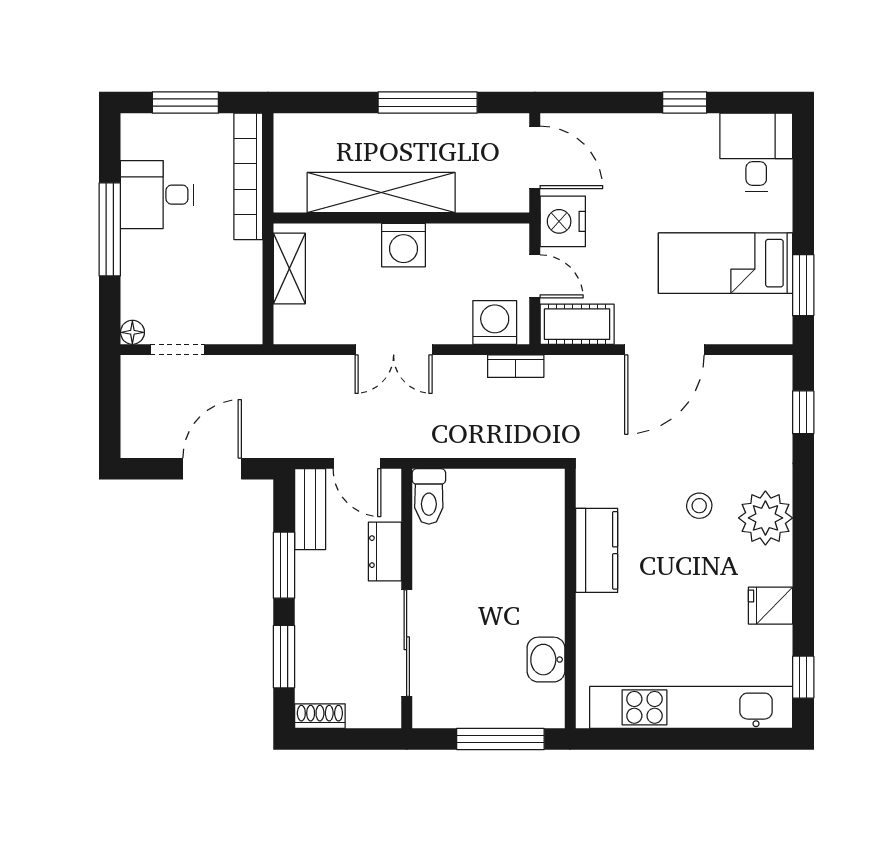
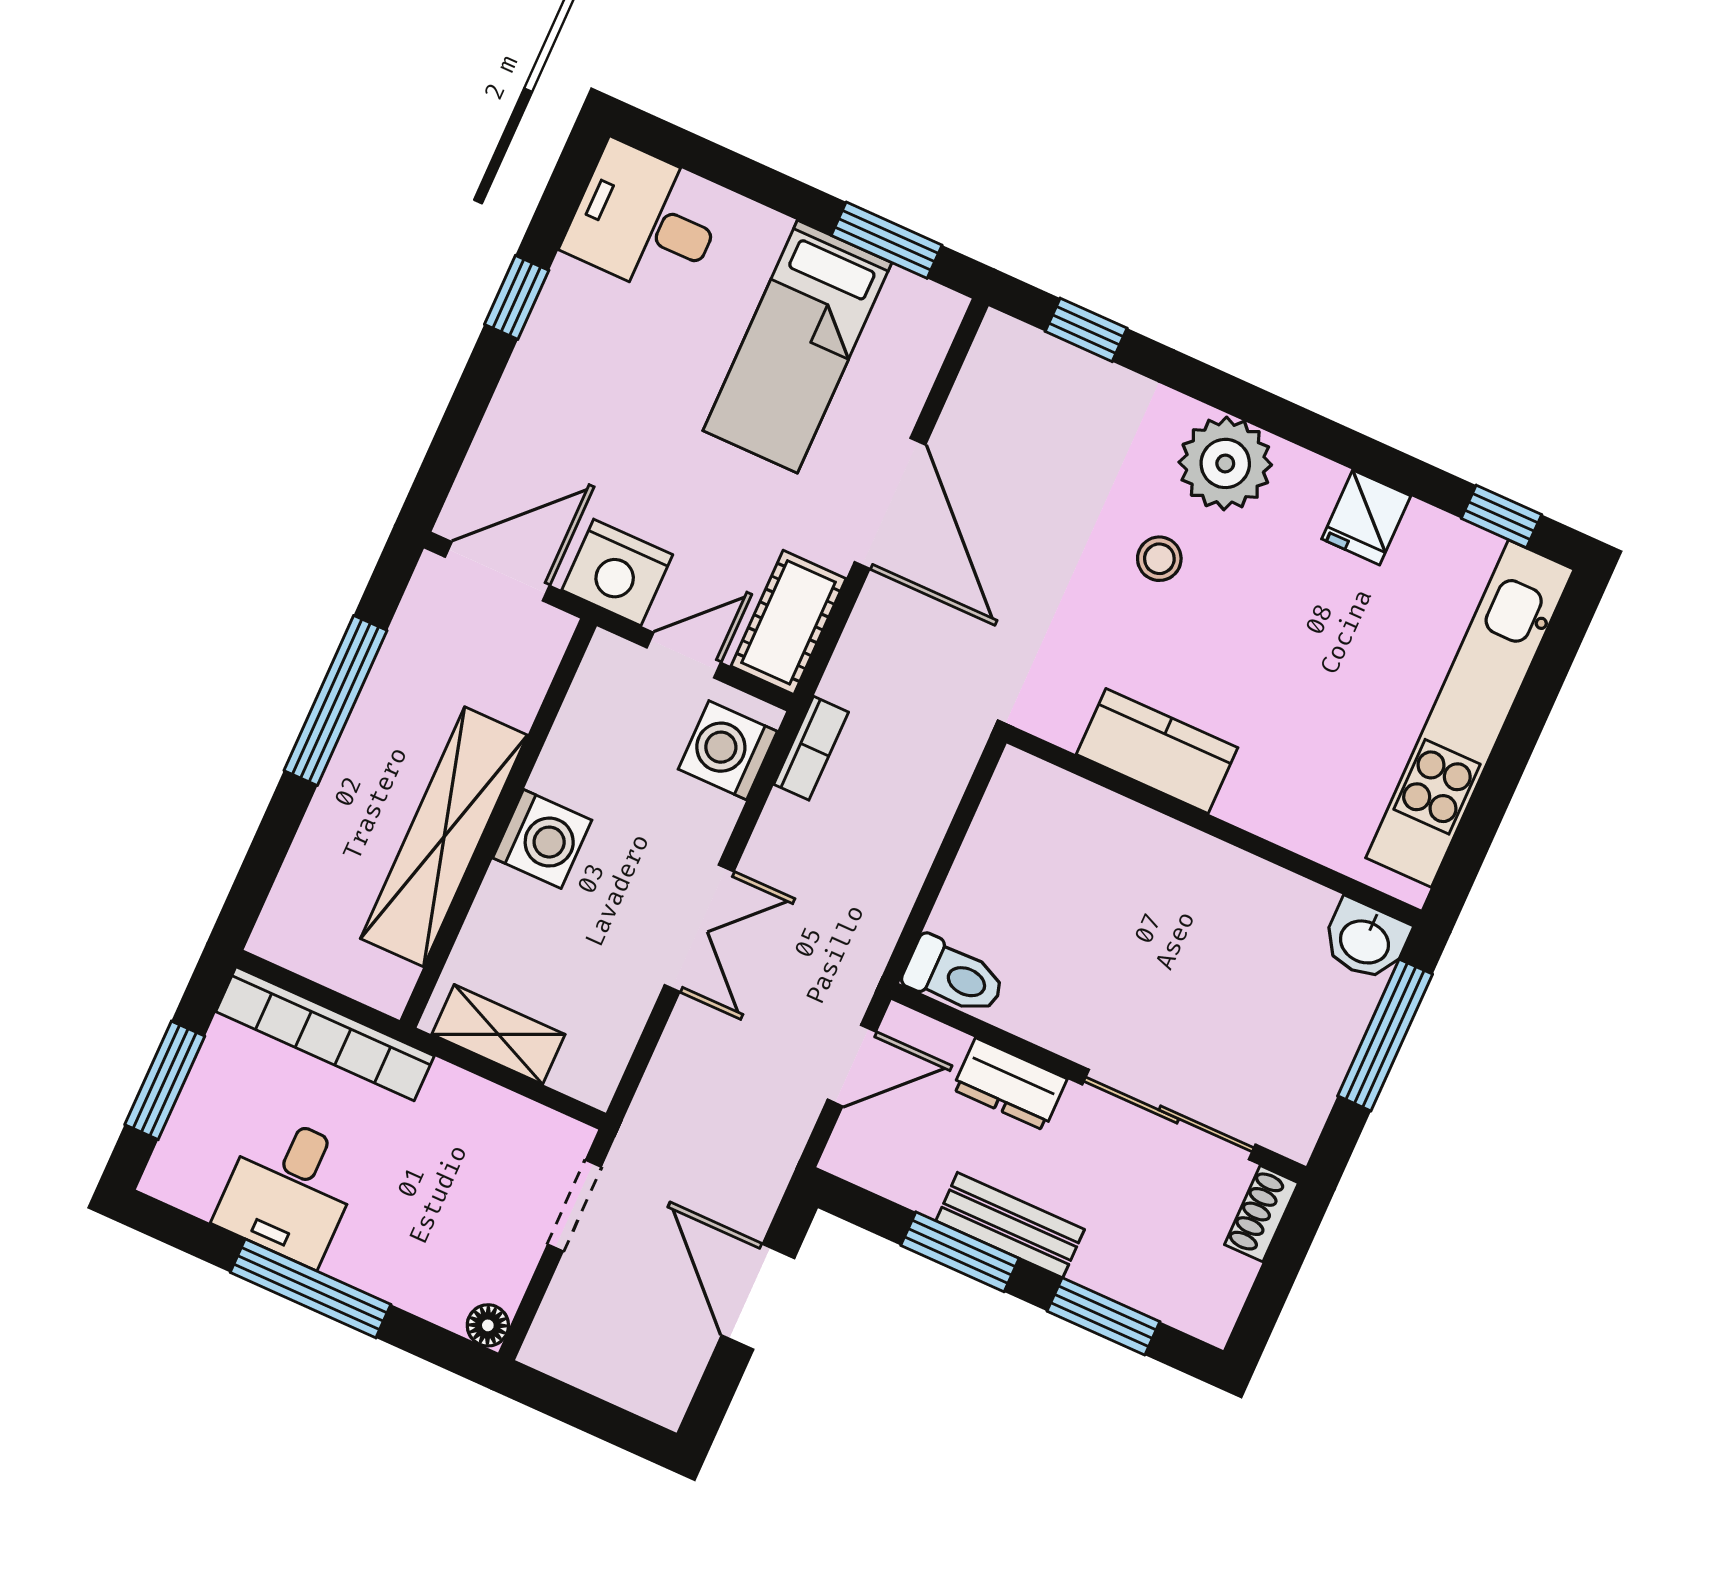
doorway: (177, 350) -> (574, 1206), moved
bench: (310, 509) -> (1010, 1225), moved
washbasin: (546, 660) -> (1365, 940), moved
shoe rack: (320, 716) -> (1261, 1214), moved

